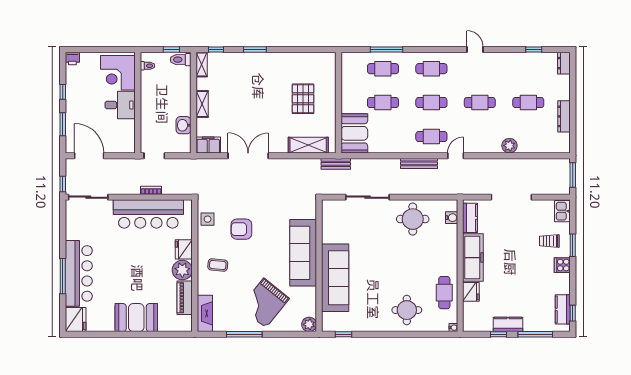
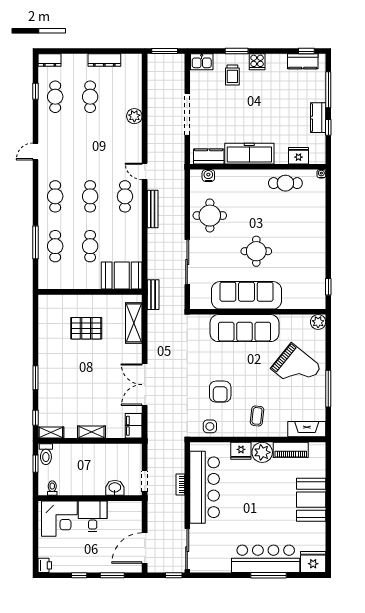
cafe table: (480, 103) -> (55, 97), moved
washbasin: (183, 125) -> (115, 488), moved, turned 180
sofa: (335, 278) -> (247, 295), moved
fridge: (471, 292) -> (298, 156), moved
round table: (407, 310) -> (256, 251), moved

